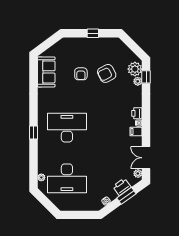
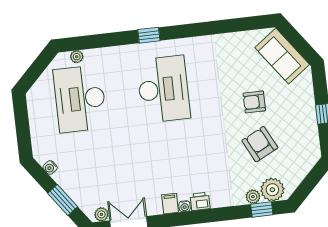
sofa: (46, 72) -> (282, 56), moved, turned 54
printer: (122, 187) -> (77, 191), removed

